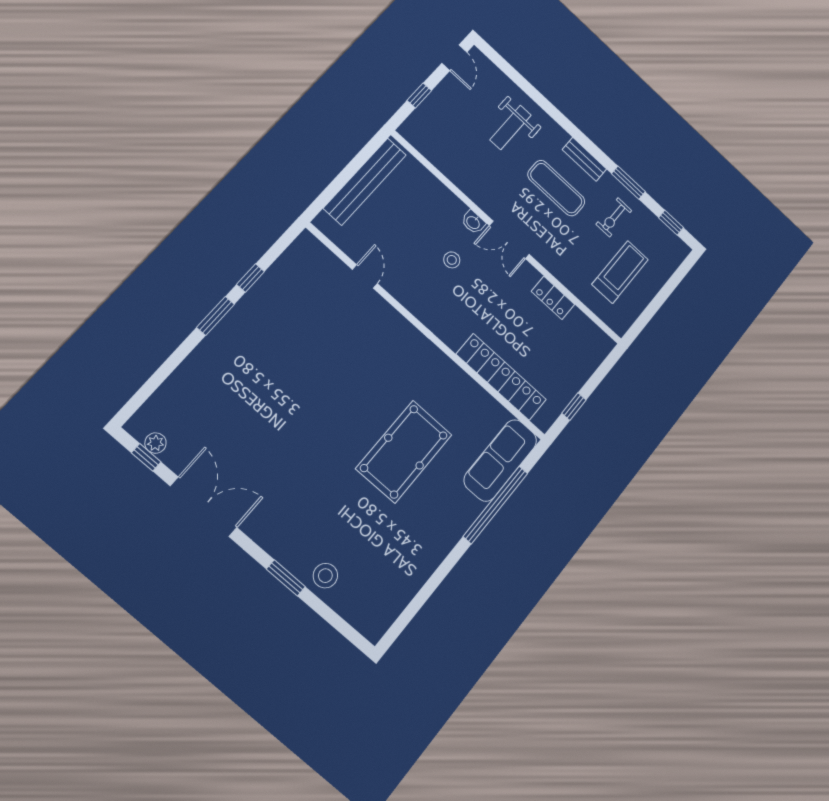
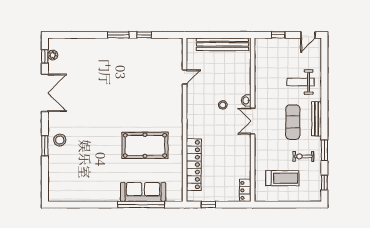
bench: (584, 159) -> (317, 119), width x1.36
locker: (553, 298) -> (245, 190), moved
pool table: (404, 452) -> (145, 145), moved
sofa: (501, 460) -> (143, 192), moved
stool: (325, 576) -> (60, 140), moved

